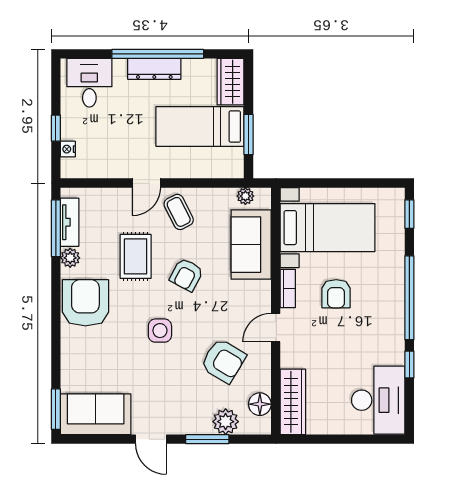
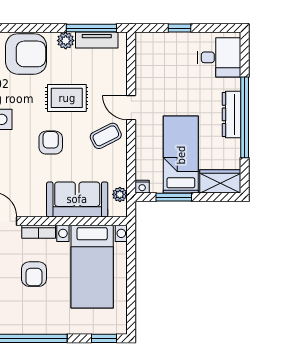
nightstand: (68, 149) -> (142, 187), moved, turned 180
armchair: (186, 275) -> (51, 143), turned 62
armchair: (336, 294) -> (34, 274), turned -90

